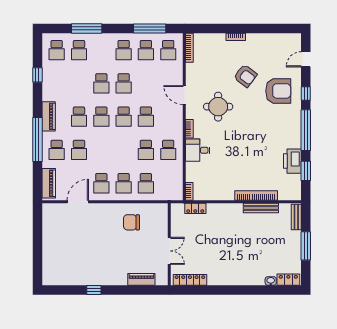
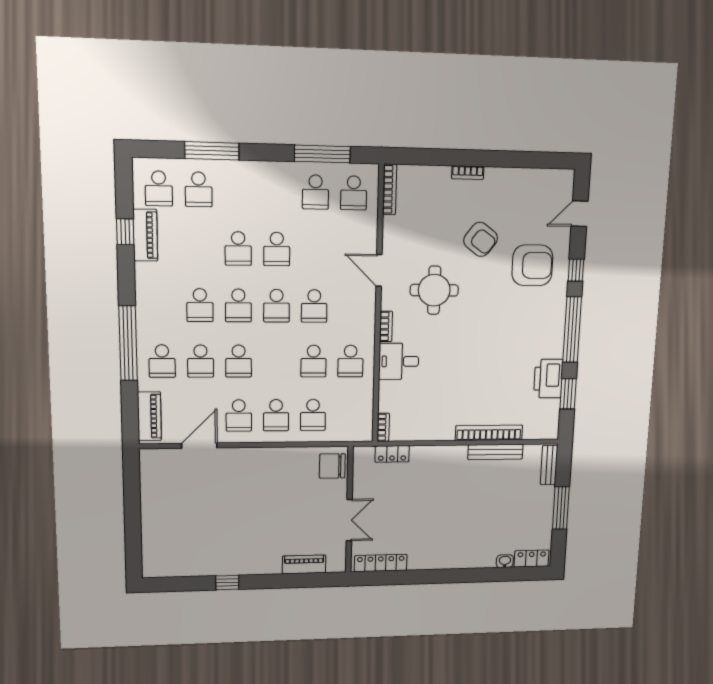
school desk: (124, 50) -> (239, 361), moved
piano: (49, 116) -> (145, 235), moved
chair: (131, 222) -> (332, 466), moved

